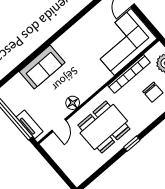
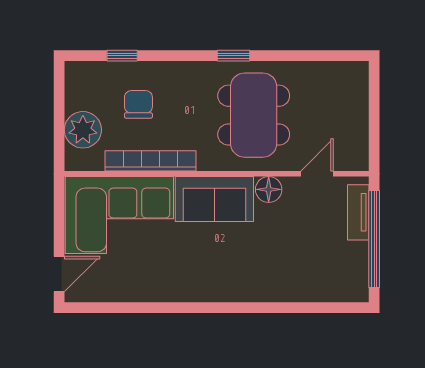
sofa: (42, 67) -> (214, 199), moved, turned 180
dining table: (104, 127) -> (254, 115), turned 90

